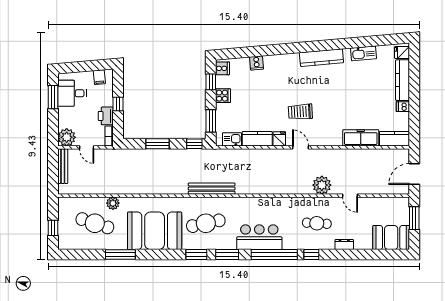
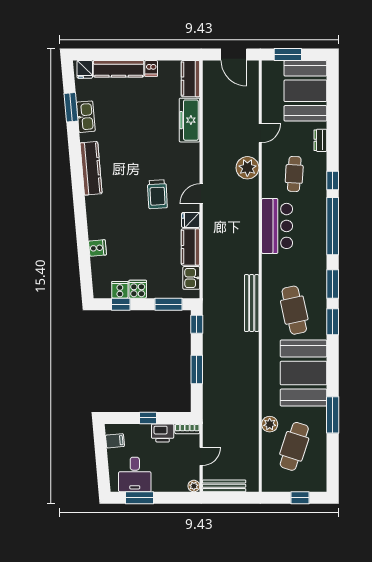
window: (371, 41) -> (71, 107), added
cooker: (222, 68) -> (120, 290), moved
plant: (67, 137) -> (194, 486), width x0.53, depth x0.53
bar counter: (259, 237) -> (277, 226), moved, turned 180
booth: (391, 238) -> (305, 91), width x1.36, depth x1.42

